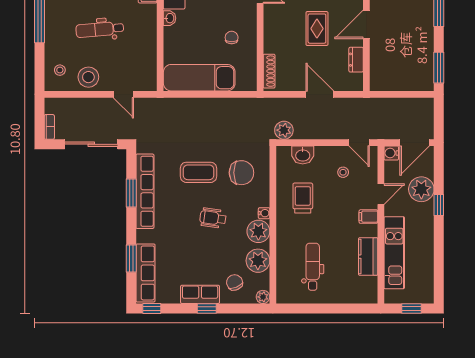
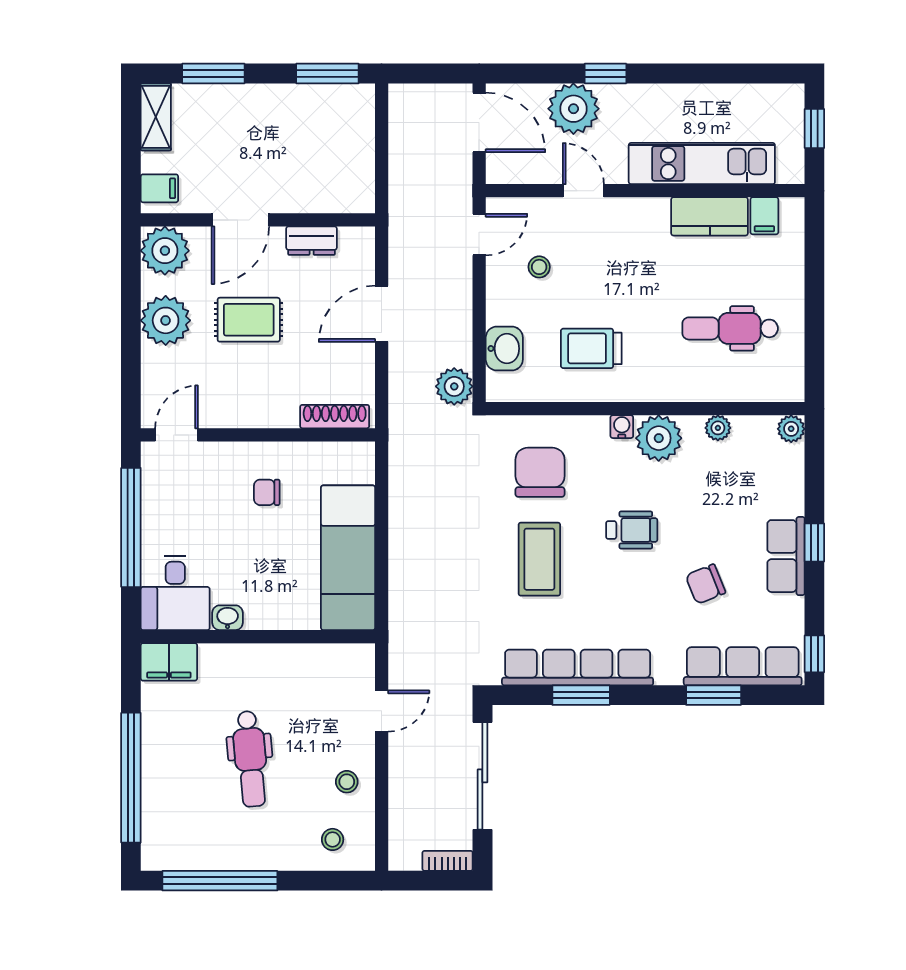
door: (366, 24) -> (240, 220), hinge flipped
stool: (88, 77) -> (347, 782), width x0.53, depth x0.53
water cooler: (391, 153) -> (500, 170), removed
filing cabinet: (368, 217) -> (764, 216), moved
wheelchair: (213, 218) -> (632, 530), turned -98
plant: (258, 261) -> (718, 428), width x0.53, depth x0.53
chair: (235, 282) -> (705, 584), moved

